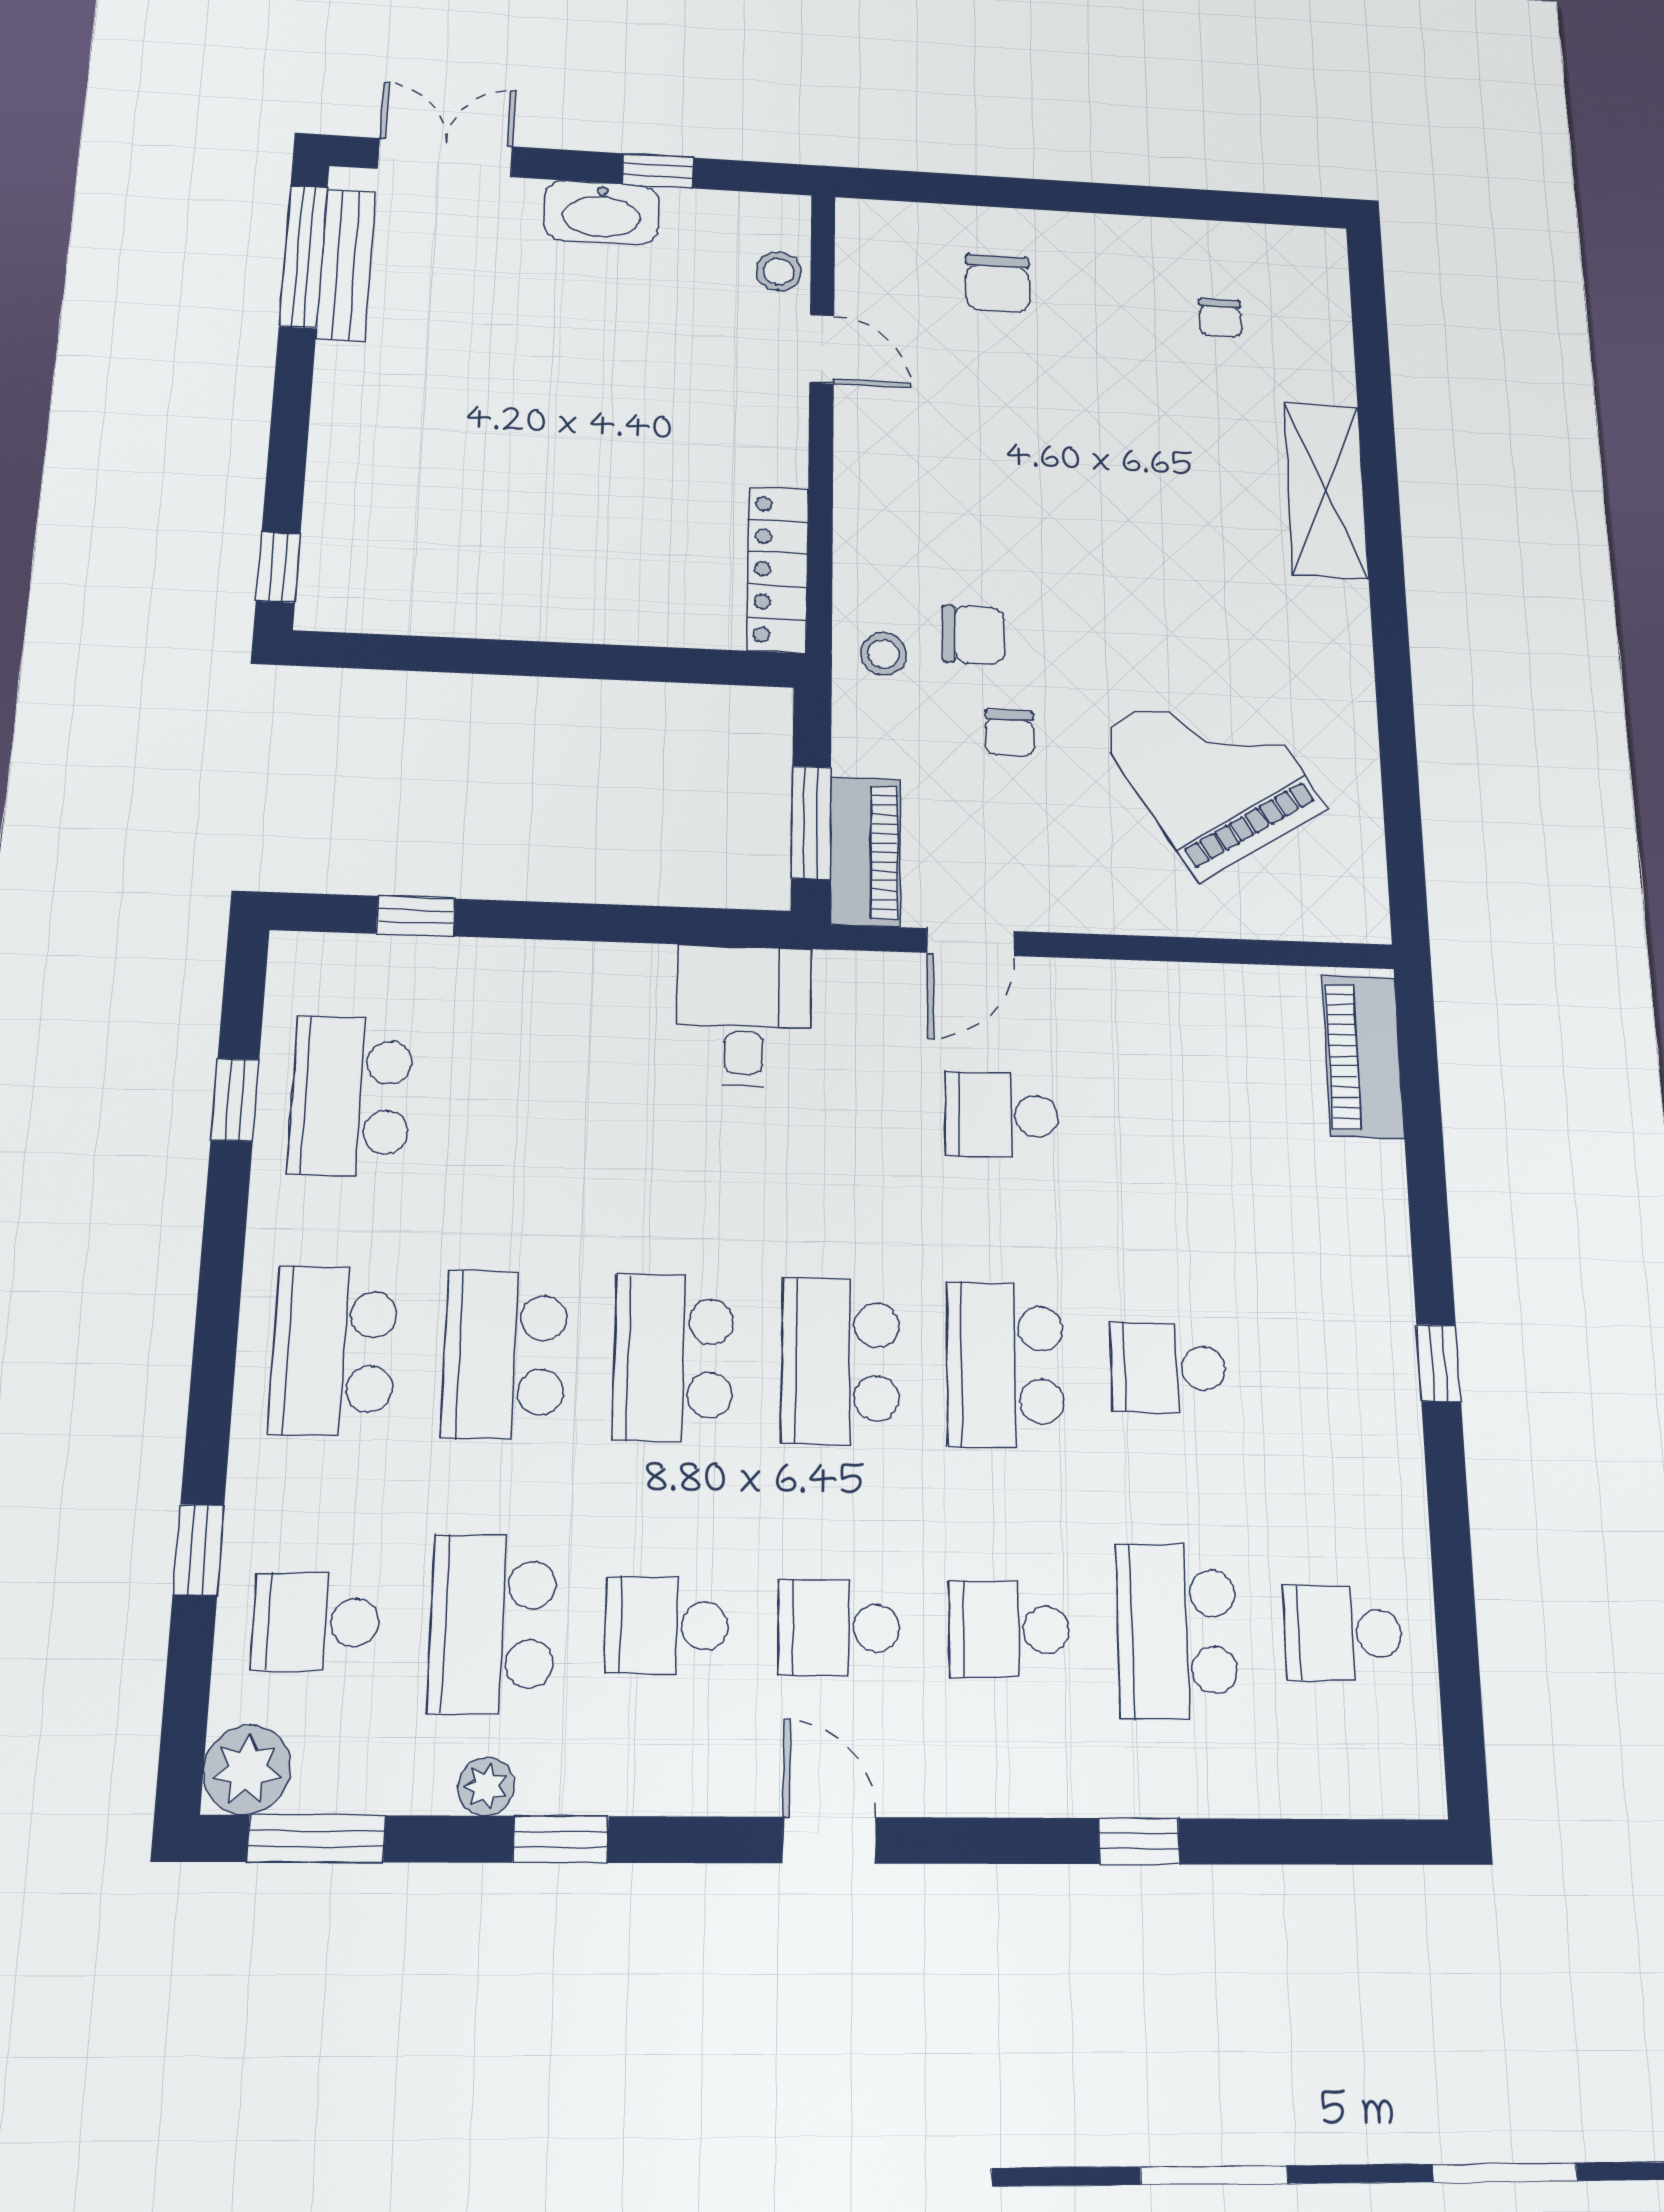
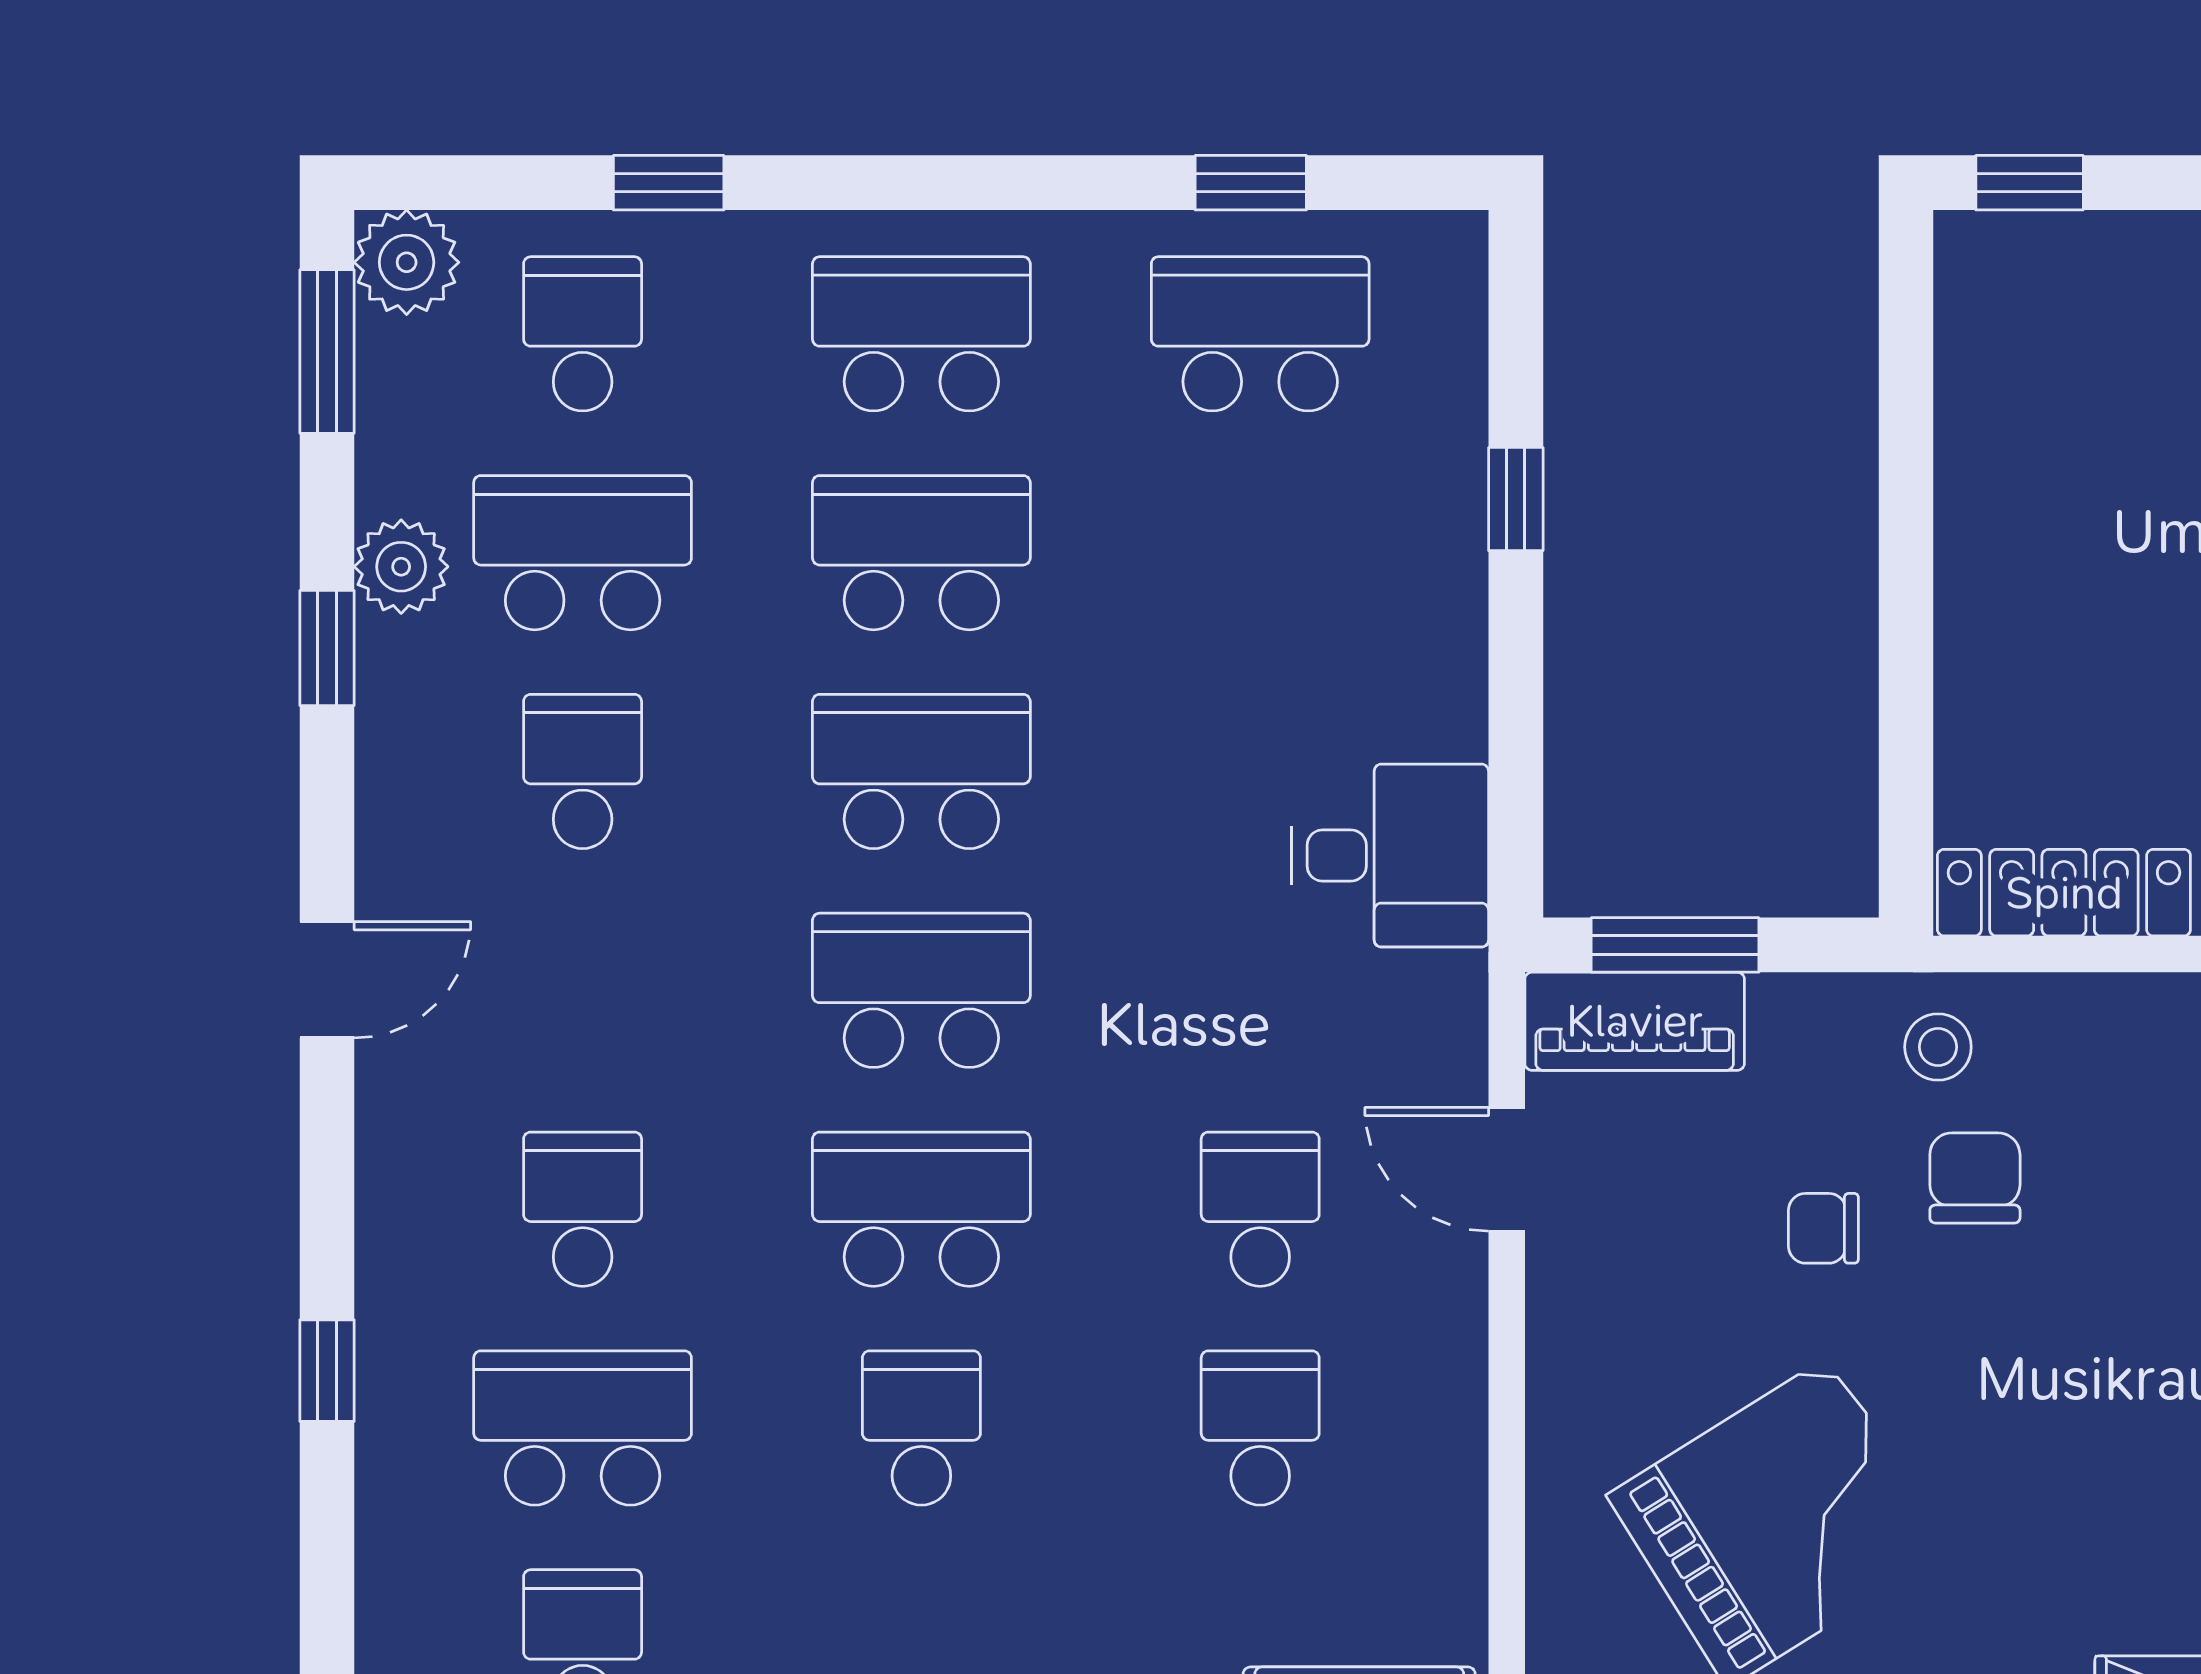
chair: (973, 635) -> (1975, 1178), turned 180
window: (416, 916) -> (1516, 499), moved
school desk: (839, 1628) -> (1260, 1428), moved
plant: (486, 1786) -> (401, 567), width x1.38, depth x1.38

